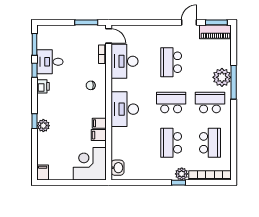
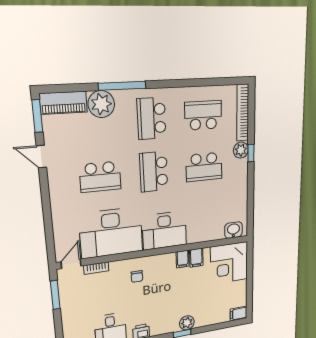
piano: (215, 32) -> (63, 103), moved, turned 90
desk: (124, 61) -> (111, 233), width x1.36, depth x1.30
plant: (222, 77) -> (101, 104), moved

